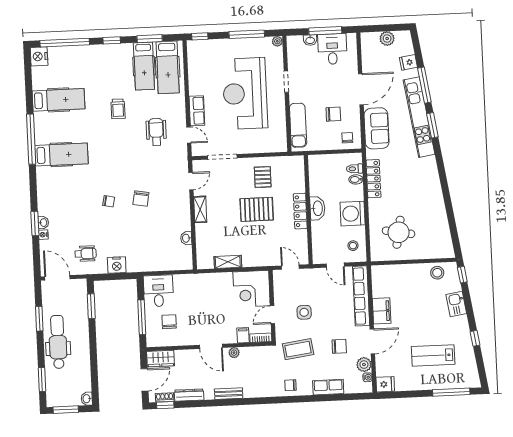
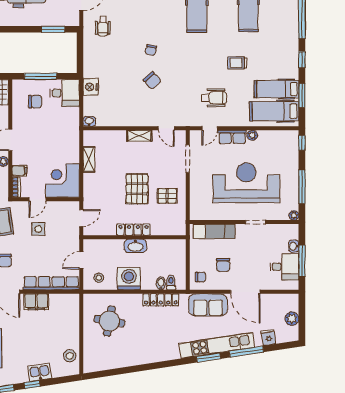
plant: (194, 90) -> (252, 135), added
chair: (141, 198) -> (152, 81), turned -142
washbasin: (186, 238) -> (89, 121), moved
nightstand: (117, 265) -> (91, 87), moved
window: (462, 275) -> (32, 385), moved
door: (273, 315) -> (37, 199), swing flipped

